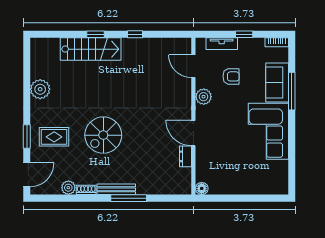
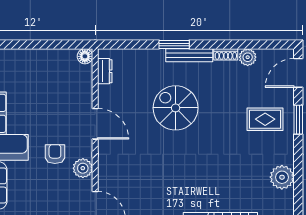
armchair: (231, 76) -> (55, 154), moved, turned 90
spiral stairs: (103, 135) -> (176, 108), moved, turned -90
dresser: (186, 156) -> (105, 71), moved
window: (129, 198) -> (174, 44), width x0.69

